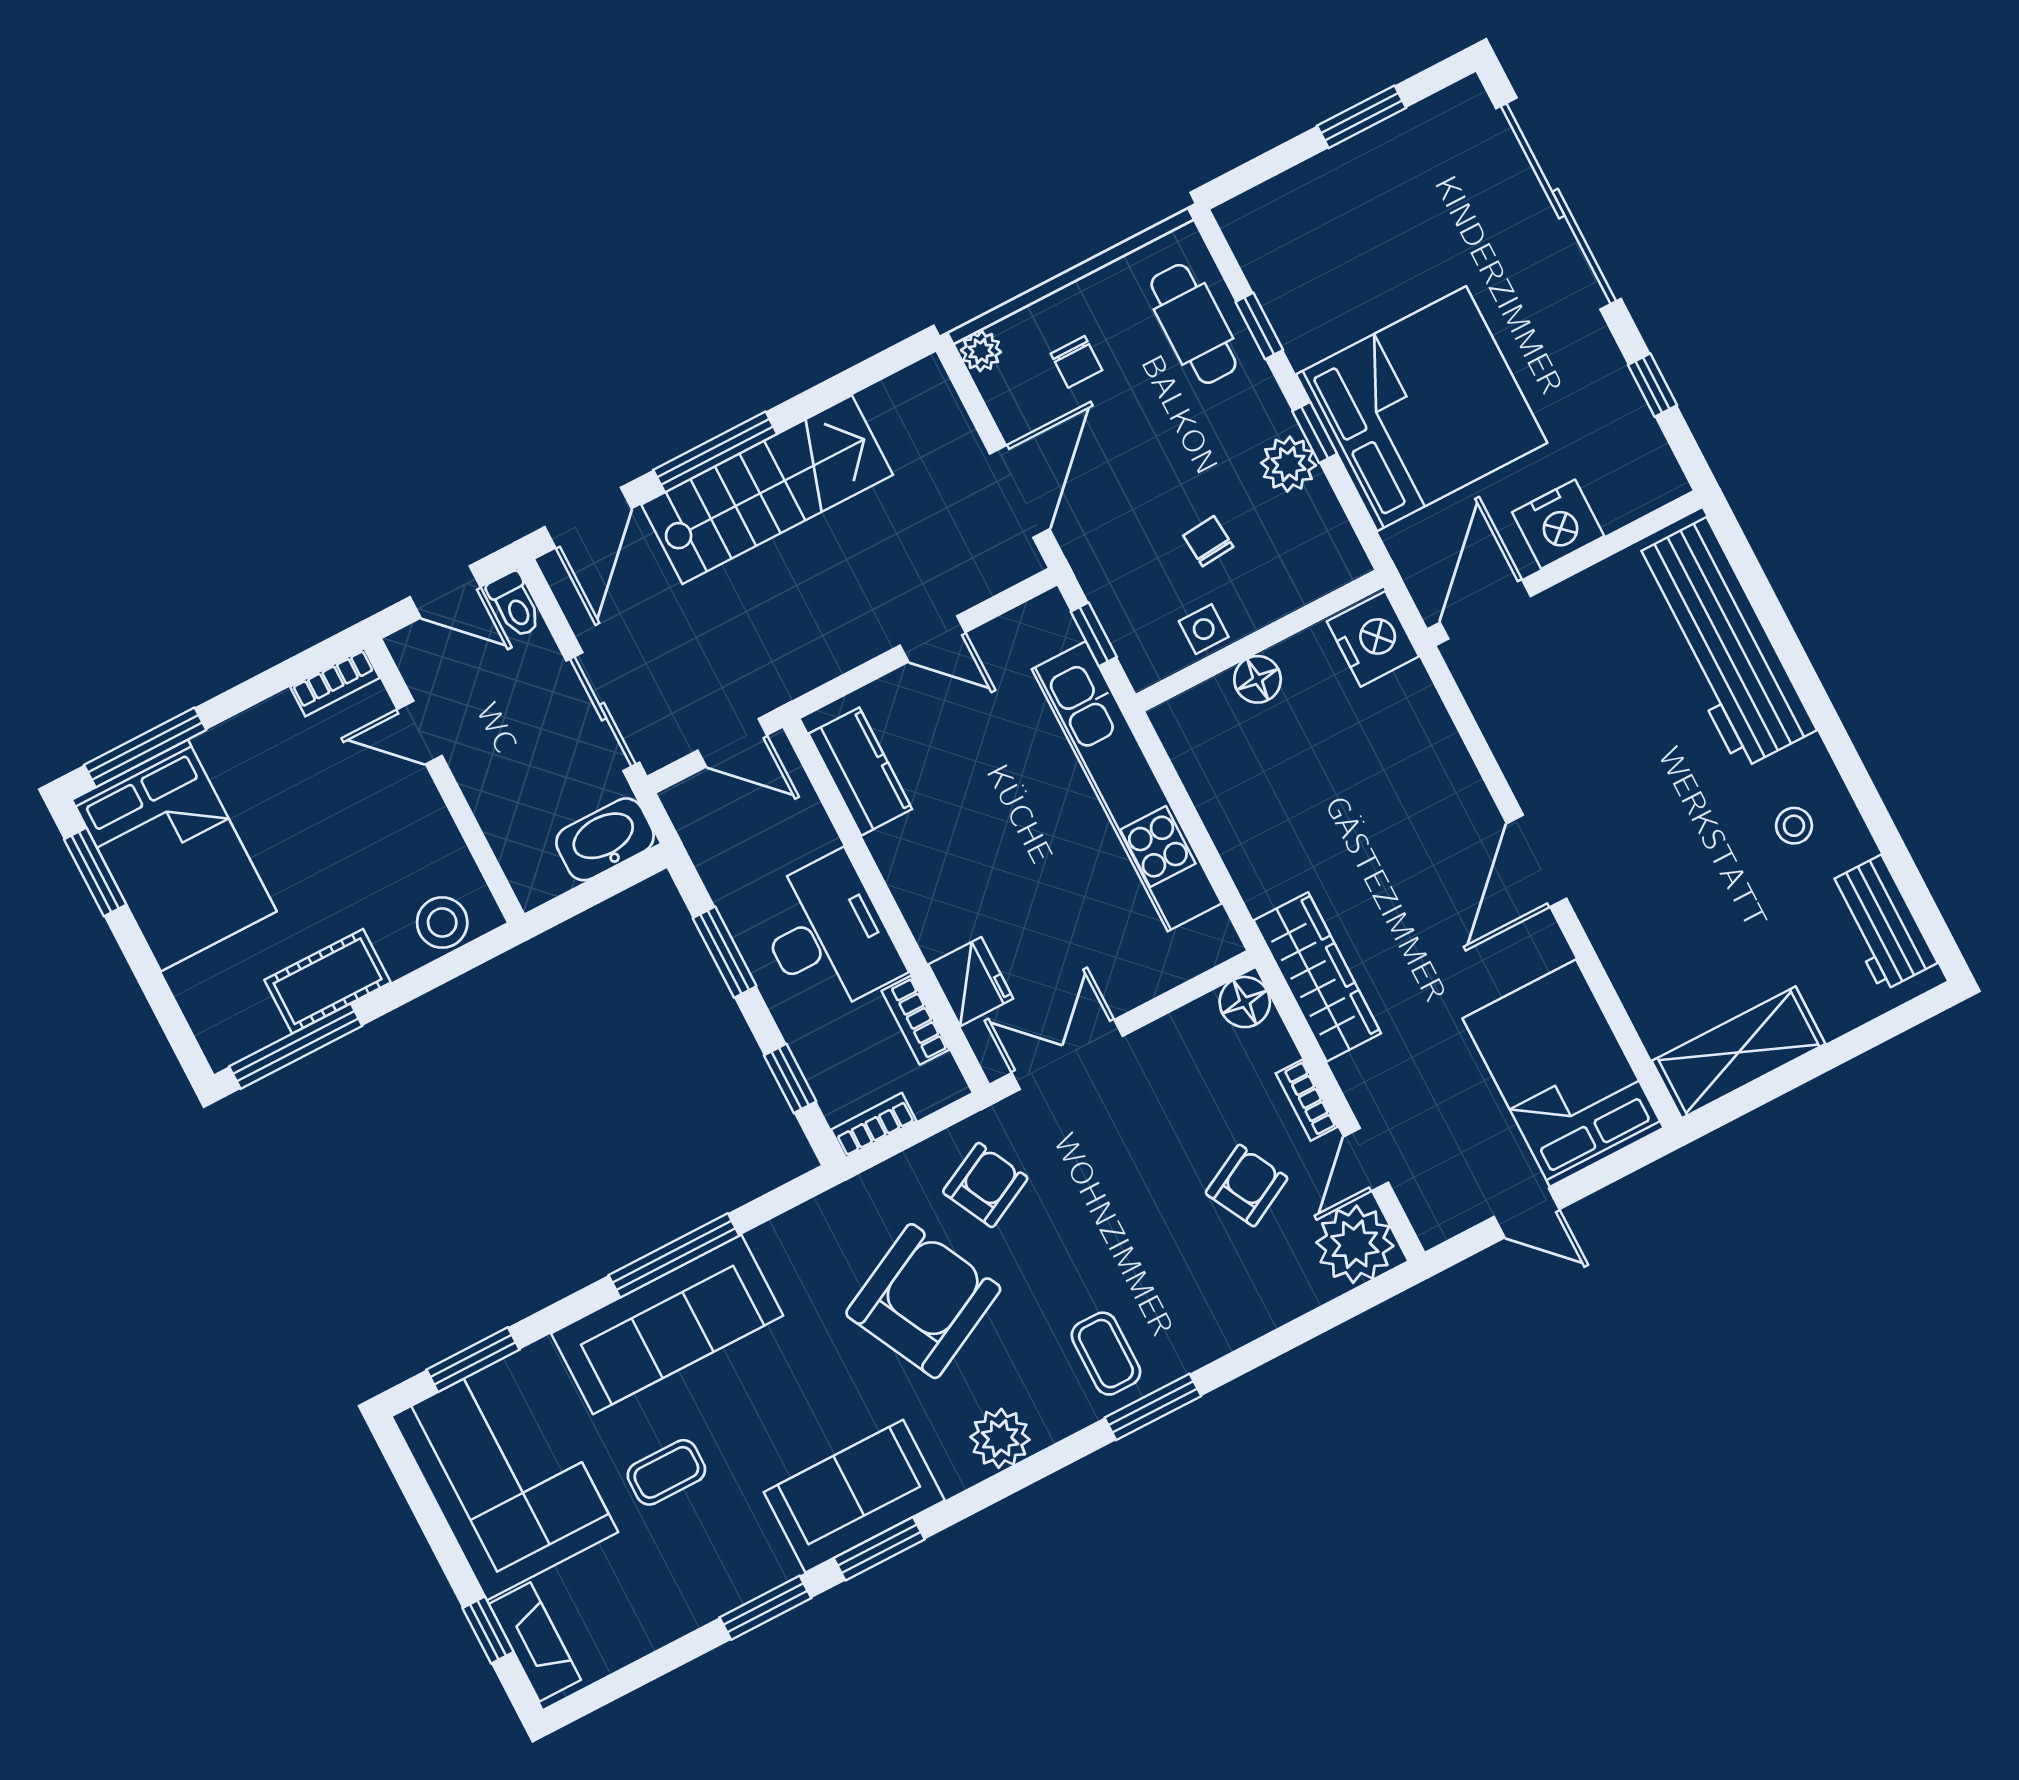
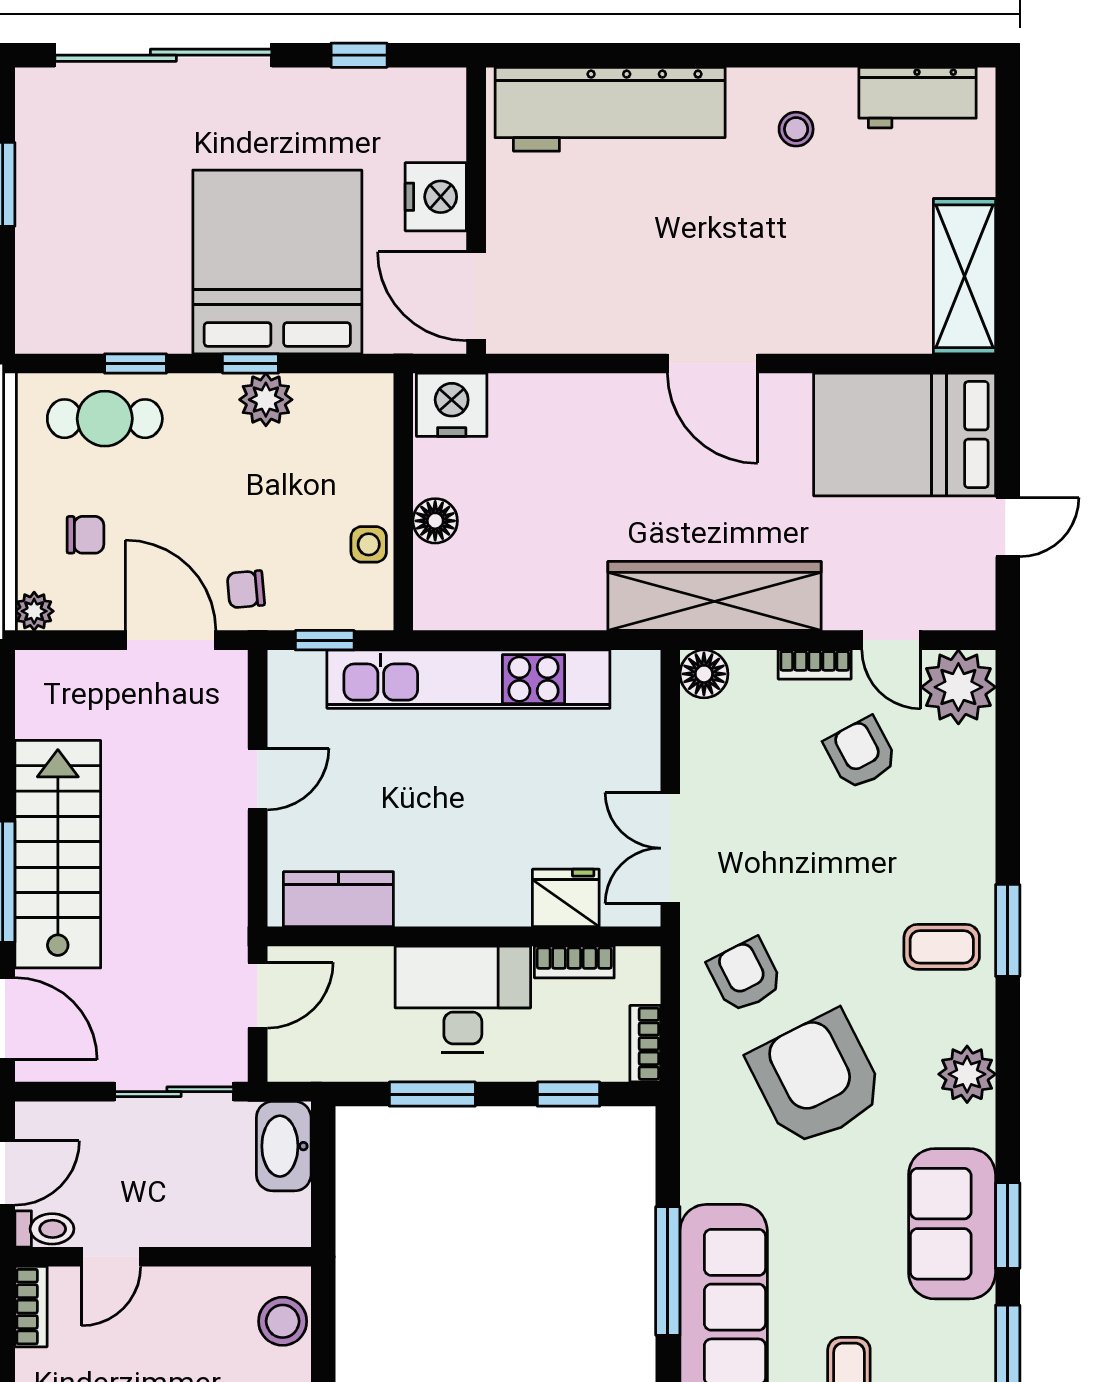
chair: (1208, 541) -> (246, 589), moved
toilet: (515, 605) -> (44, 1229), moved
wardrobe: (1317, 977) -> (715, 596), width x1.40, depth x1.17

